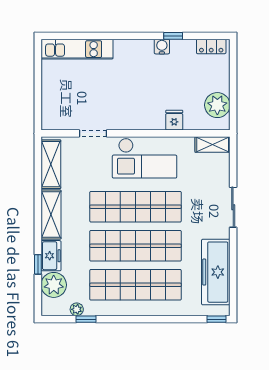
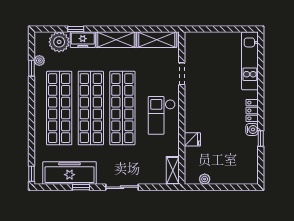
locker: (211, 46) -> (252, 111), moved
plant: (217, 105) -> (205, 179), width x0.53, depth x0.53
checkout: (145, 158) -> (162, 115), width x0.73, depth x0.83
window: (233, 258) -> (81, 187), added

